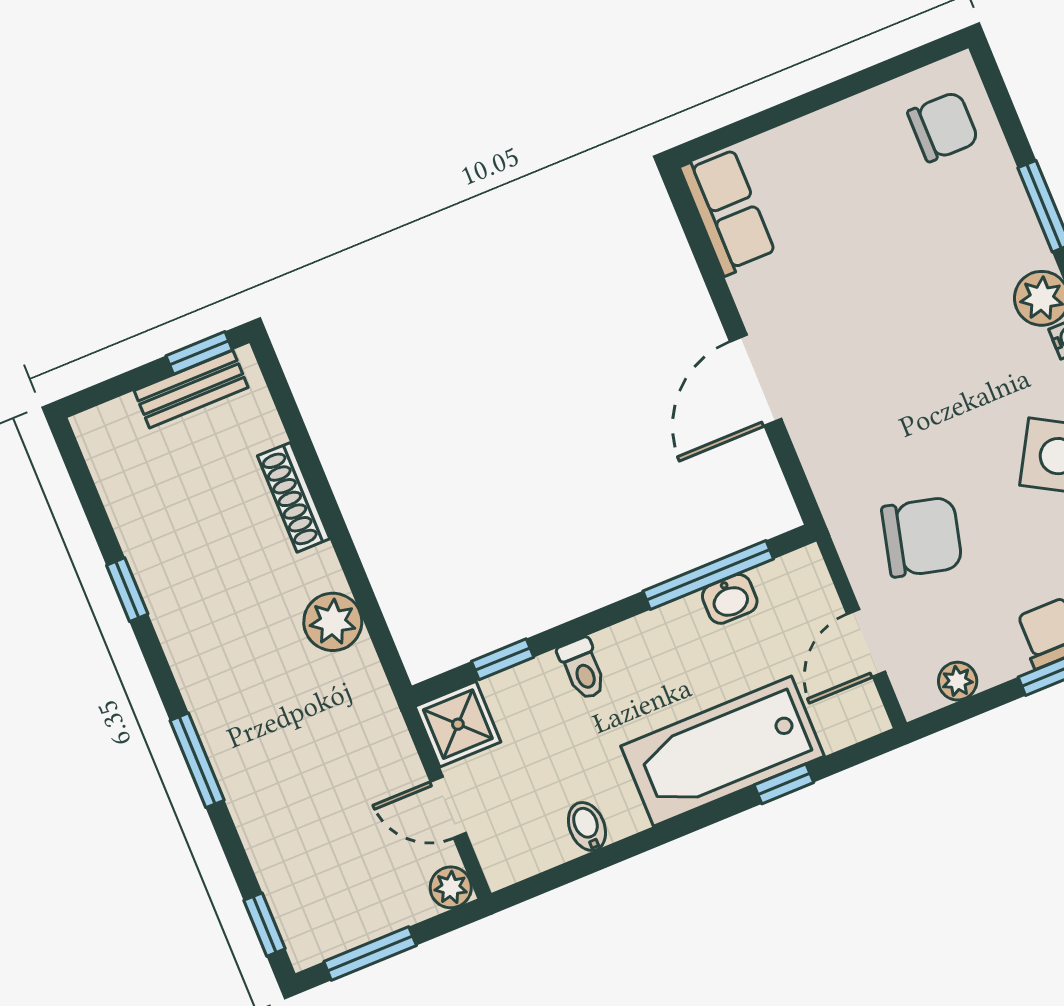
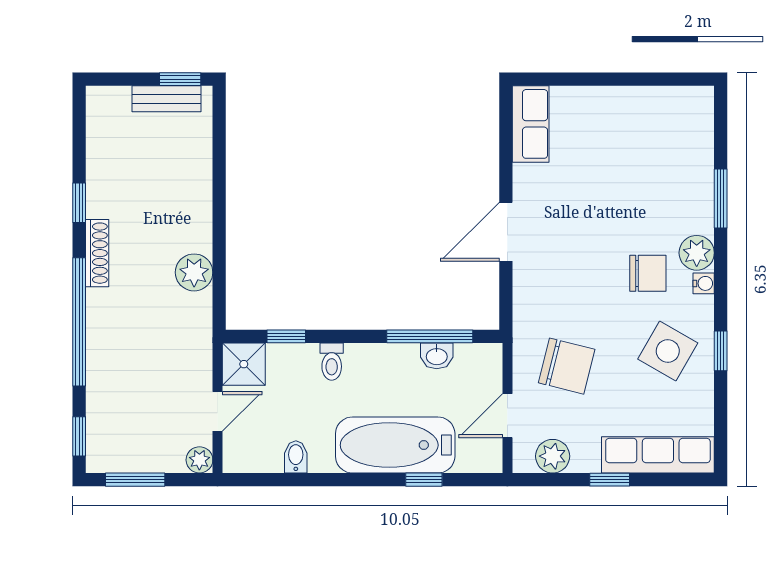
chair: (943, 127) -> (648, 273), moved
shoe rack: (294, 497) -> (97, 253), moved, turned 180
plant: (958, 681) -> (553, 456), width x1.38, depth x1.38
window: (197, 760) -> (79, 322), width x2.11
door: (448, 807) -> (218, 411), swing flipped

